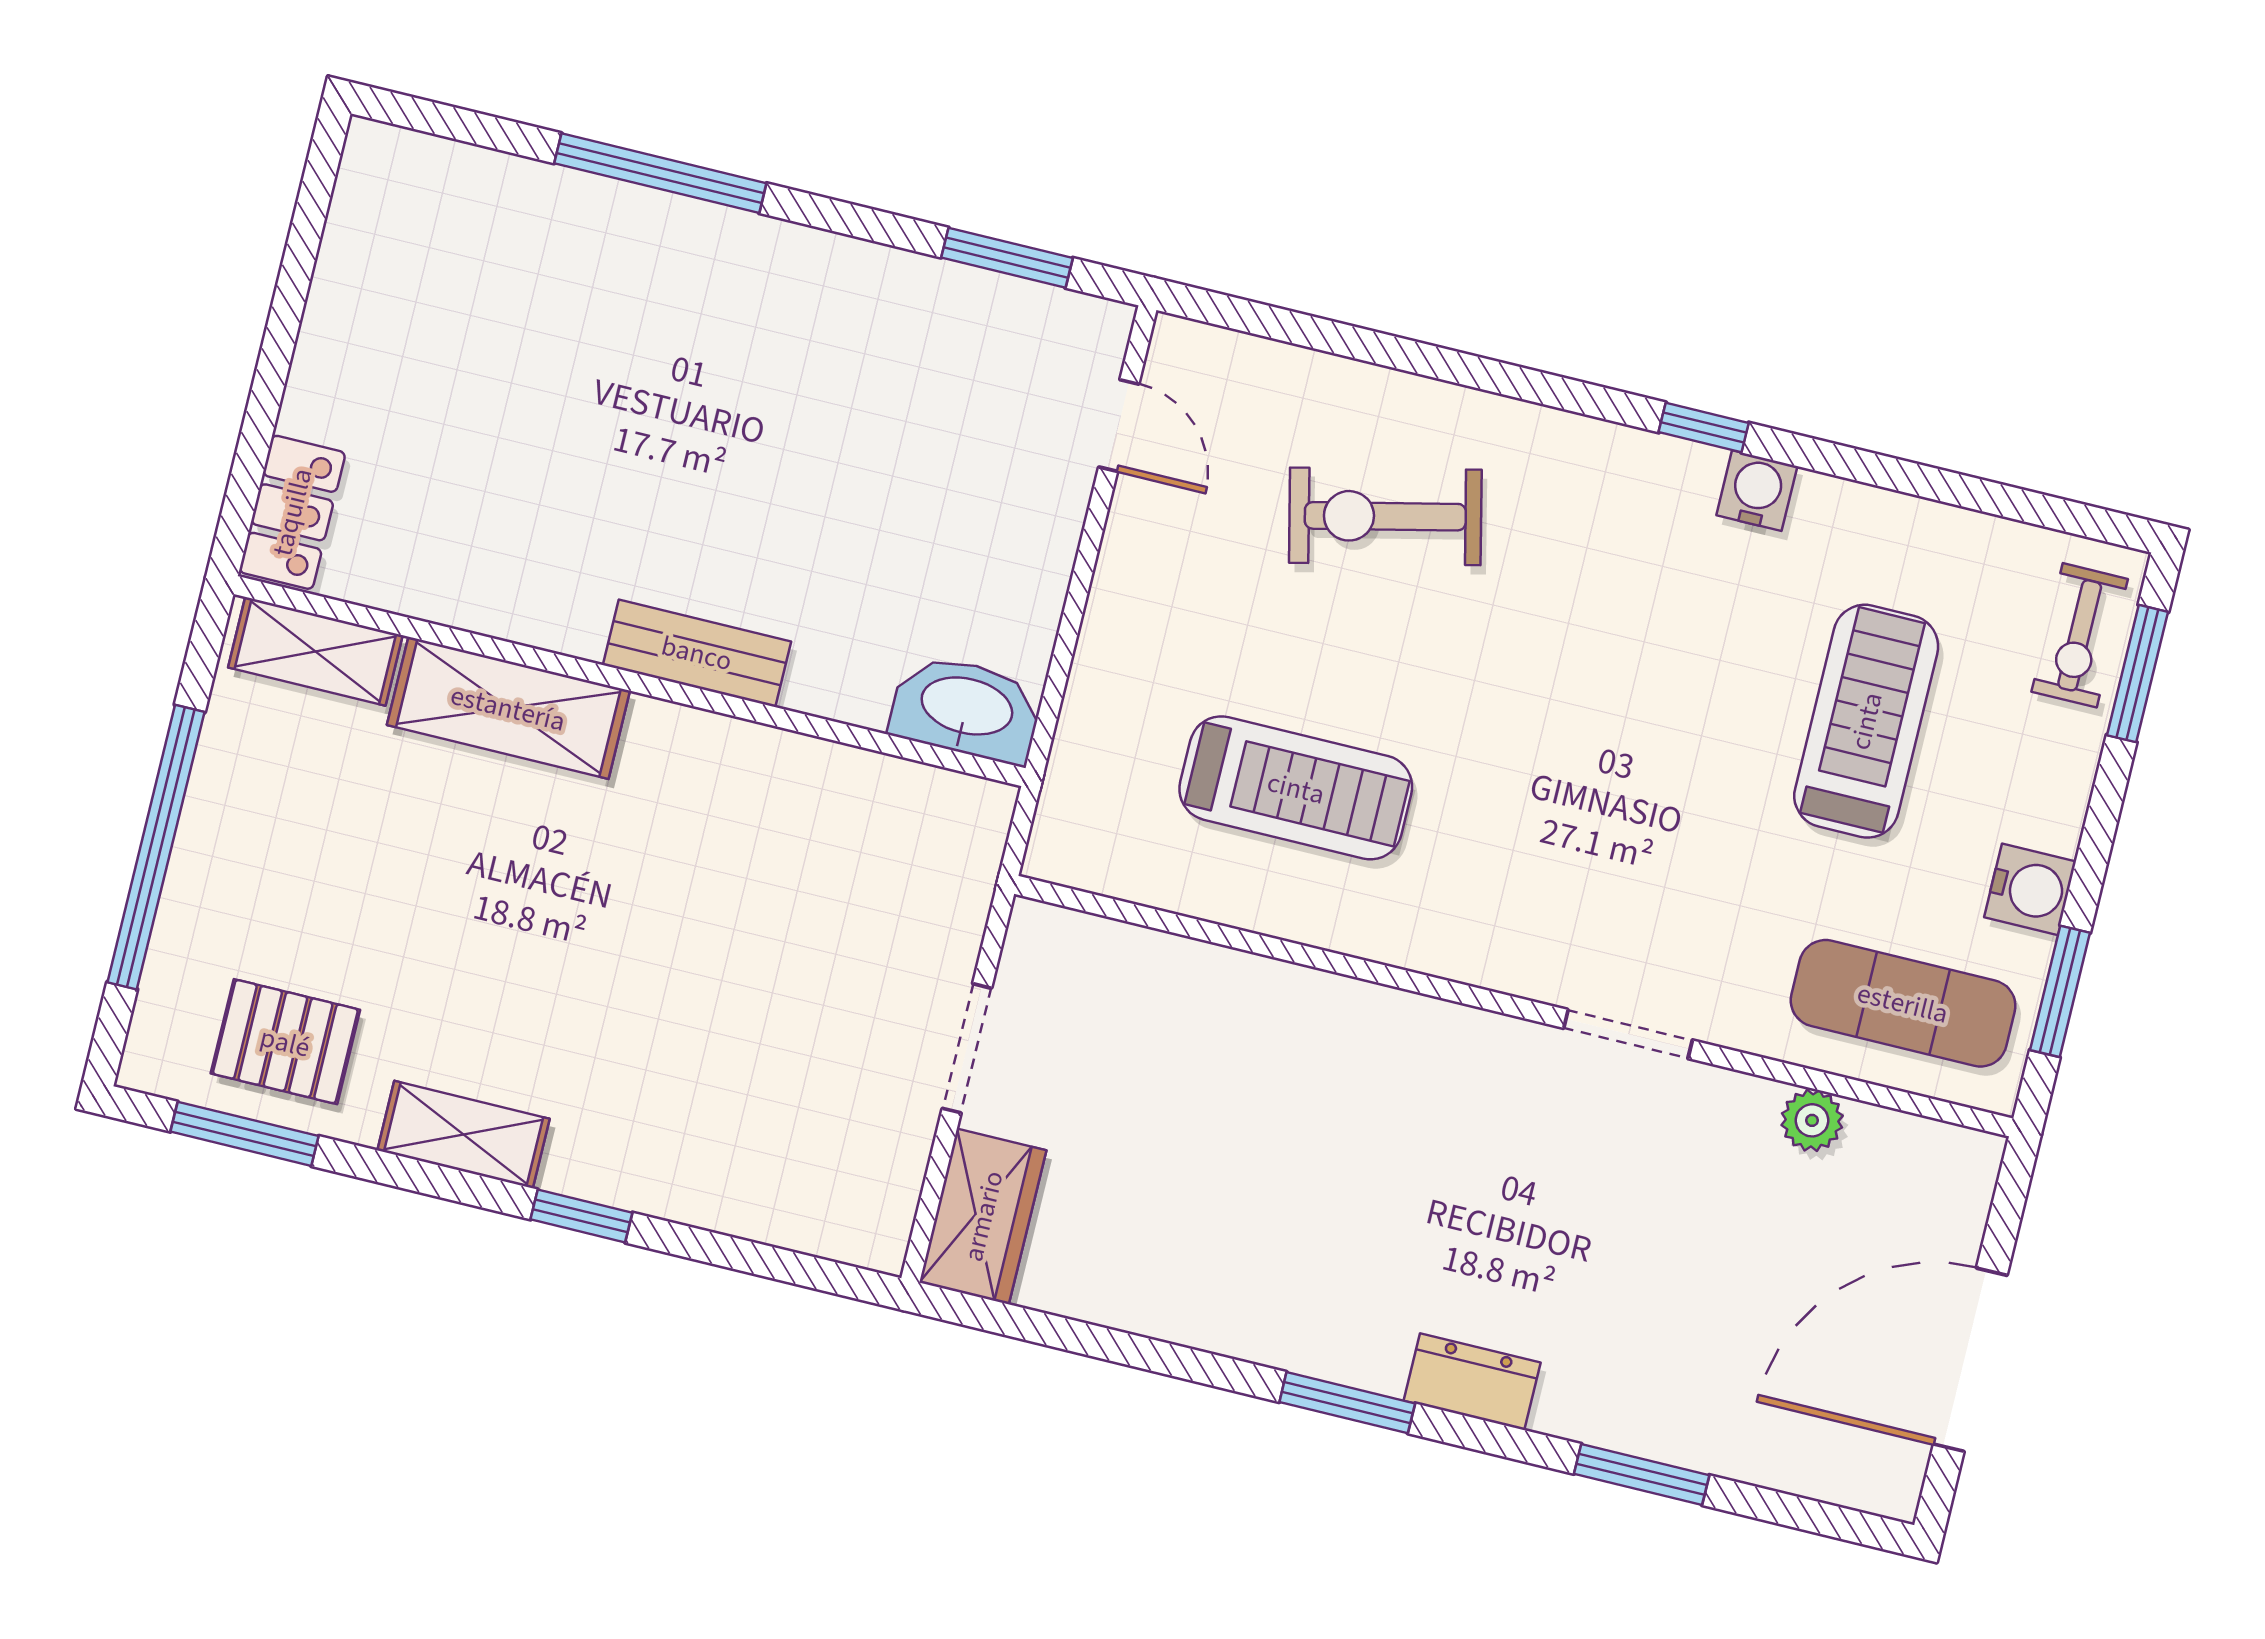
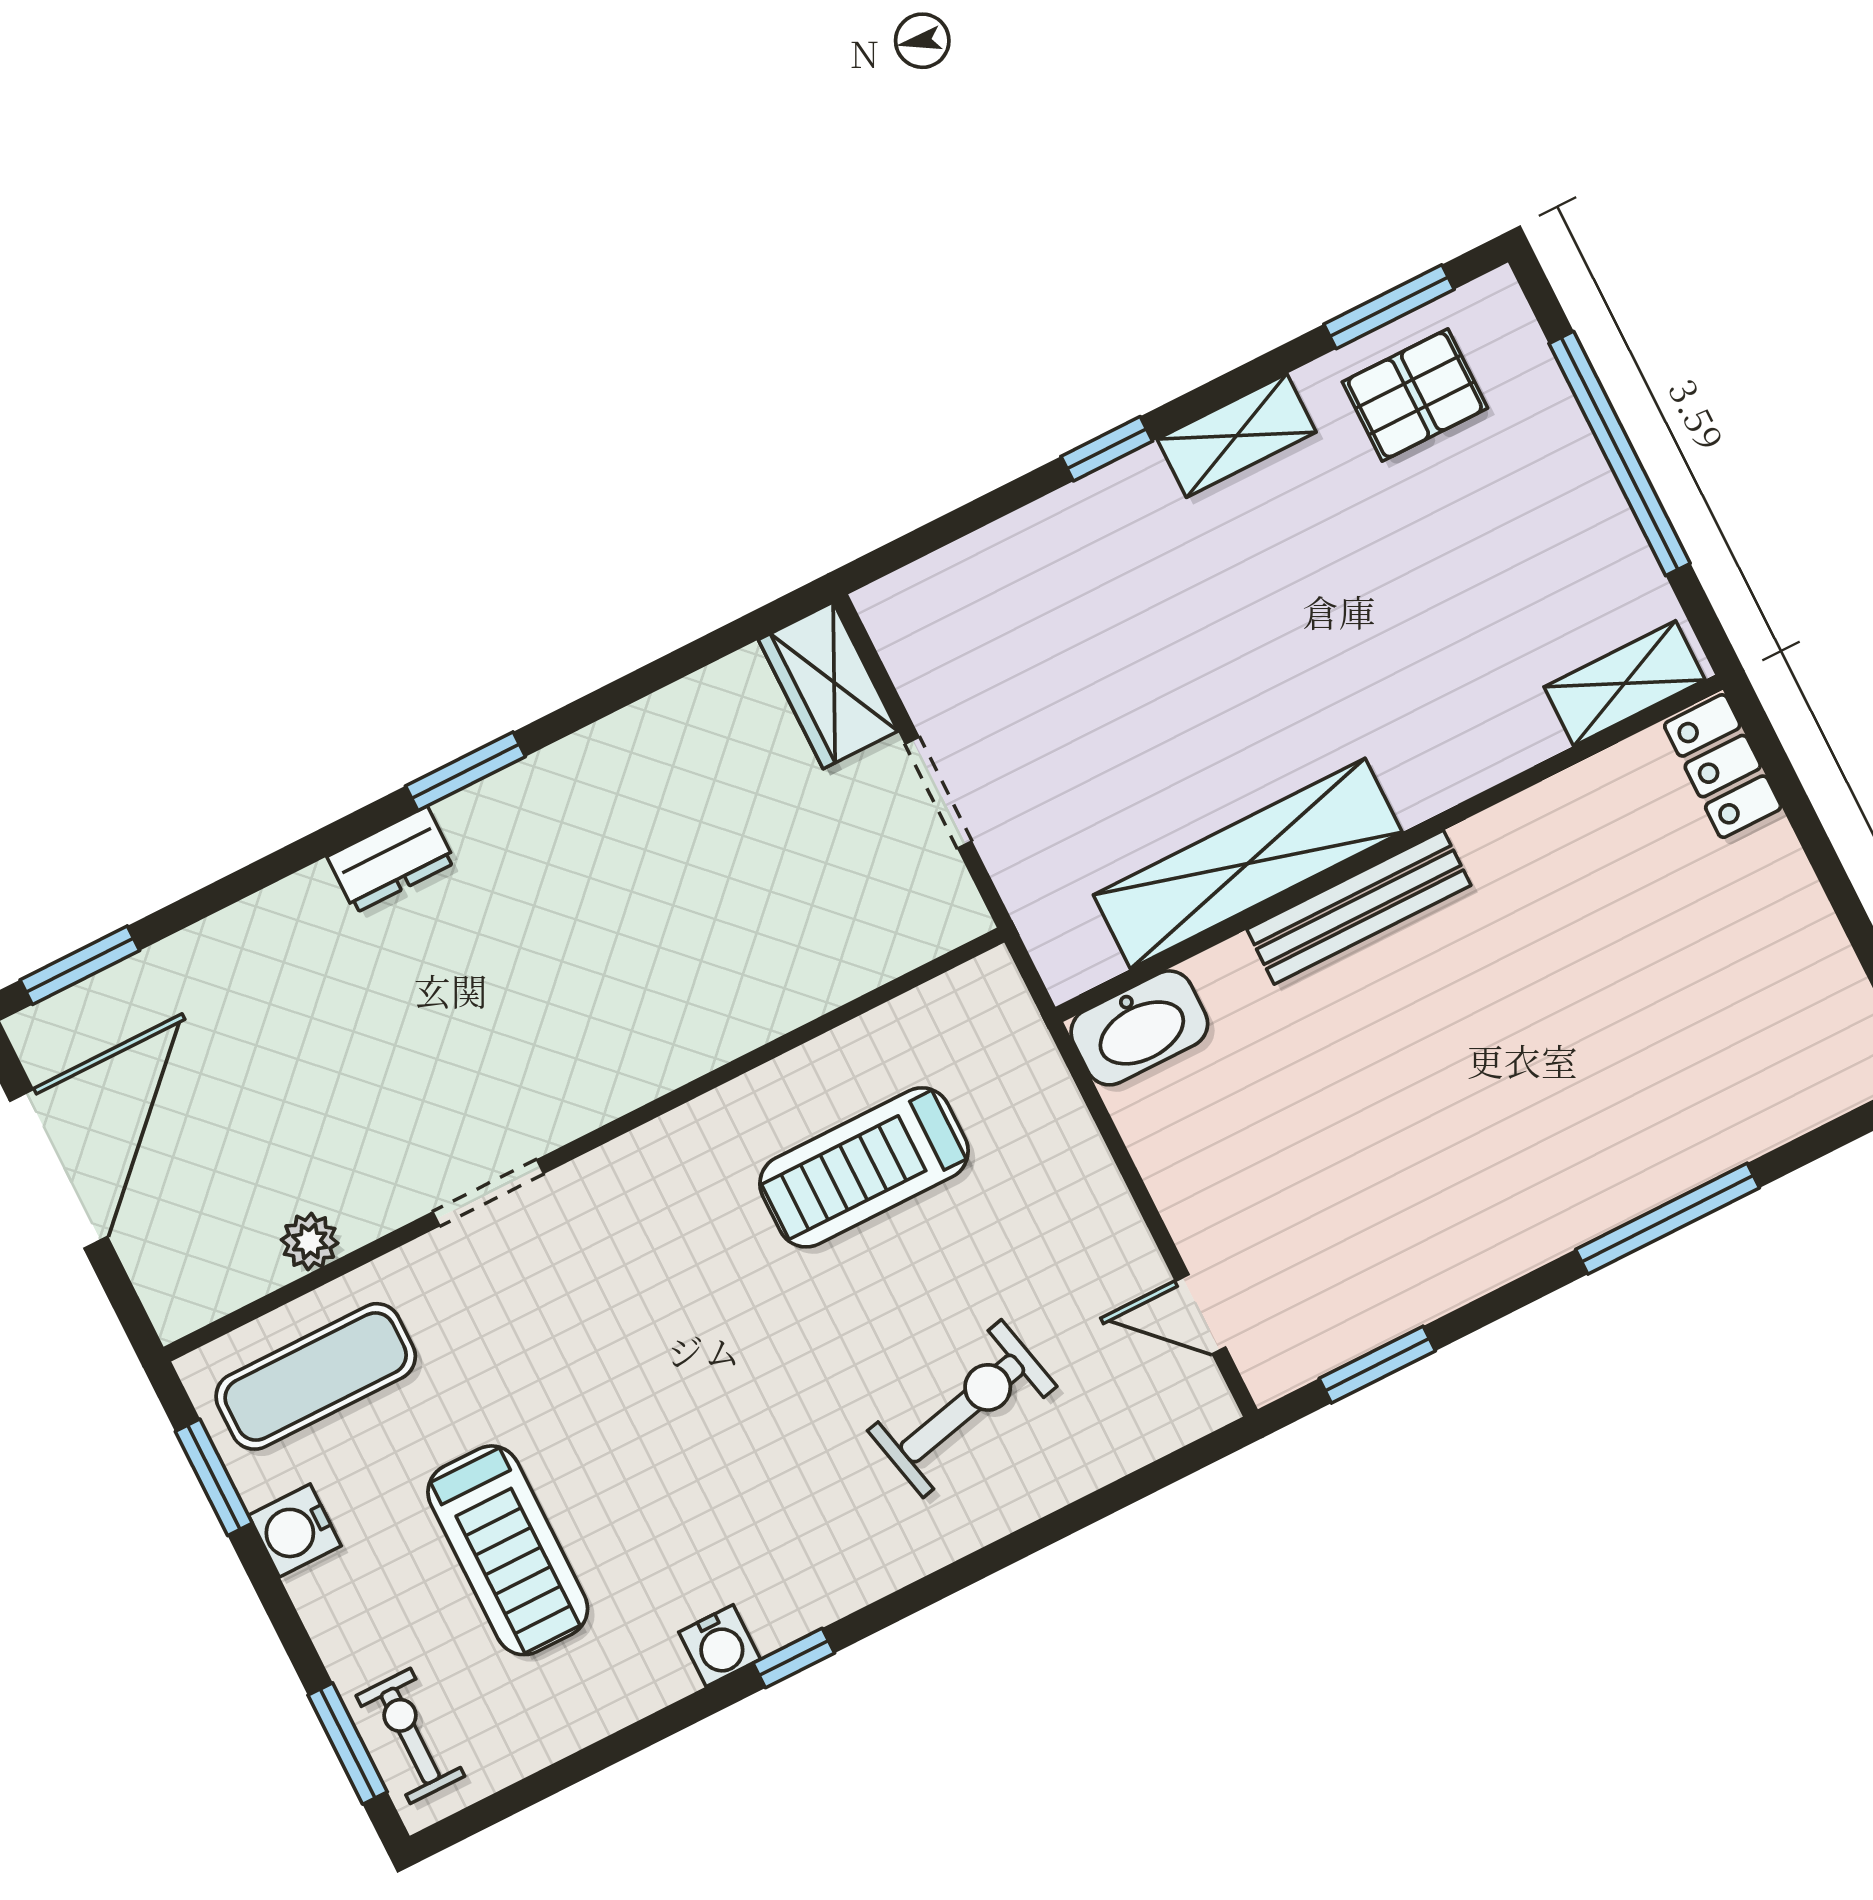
bench: (697, 653) -> (1359, 907), width x1.36
shelving: (508, 708) -> (1248, 864), moved, width x1.47
window: (1642, 1474) -> (80, 965), moved

